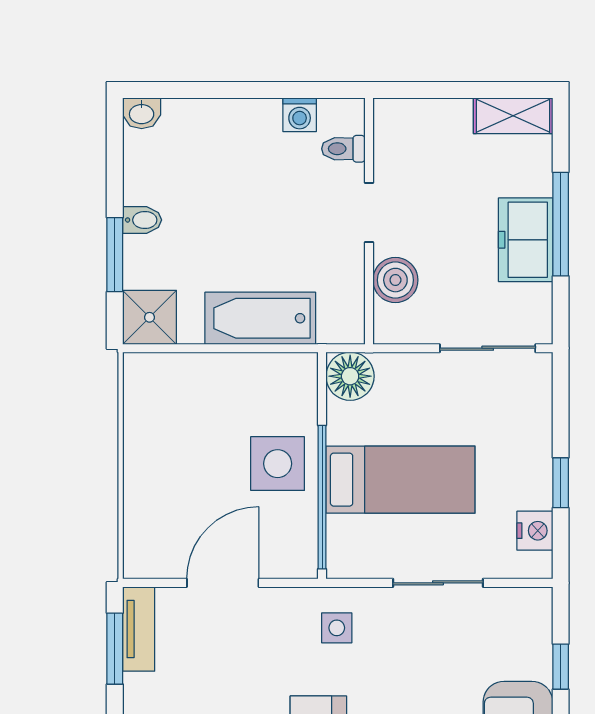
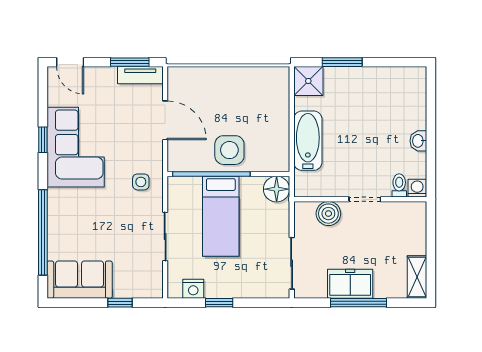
washbasin: (142, 113) -> (418, 141), moved
washing machine: (300, 115) -> (417, 188), moved, turned 90
bidet: (142, 220) -> (361, 77), removed

